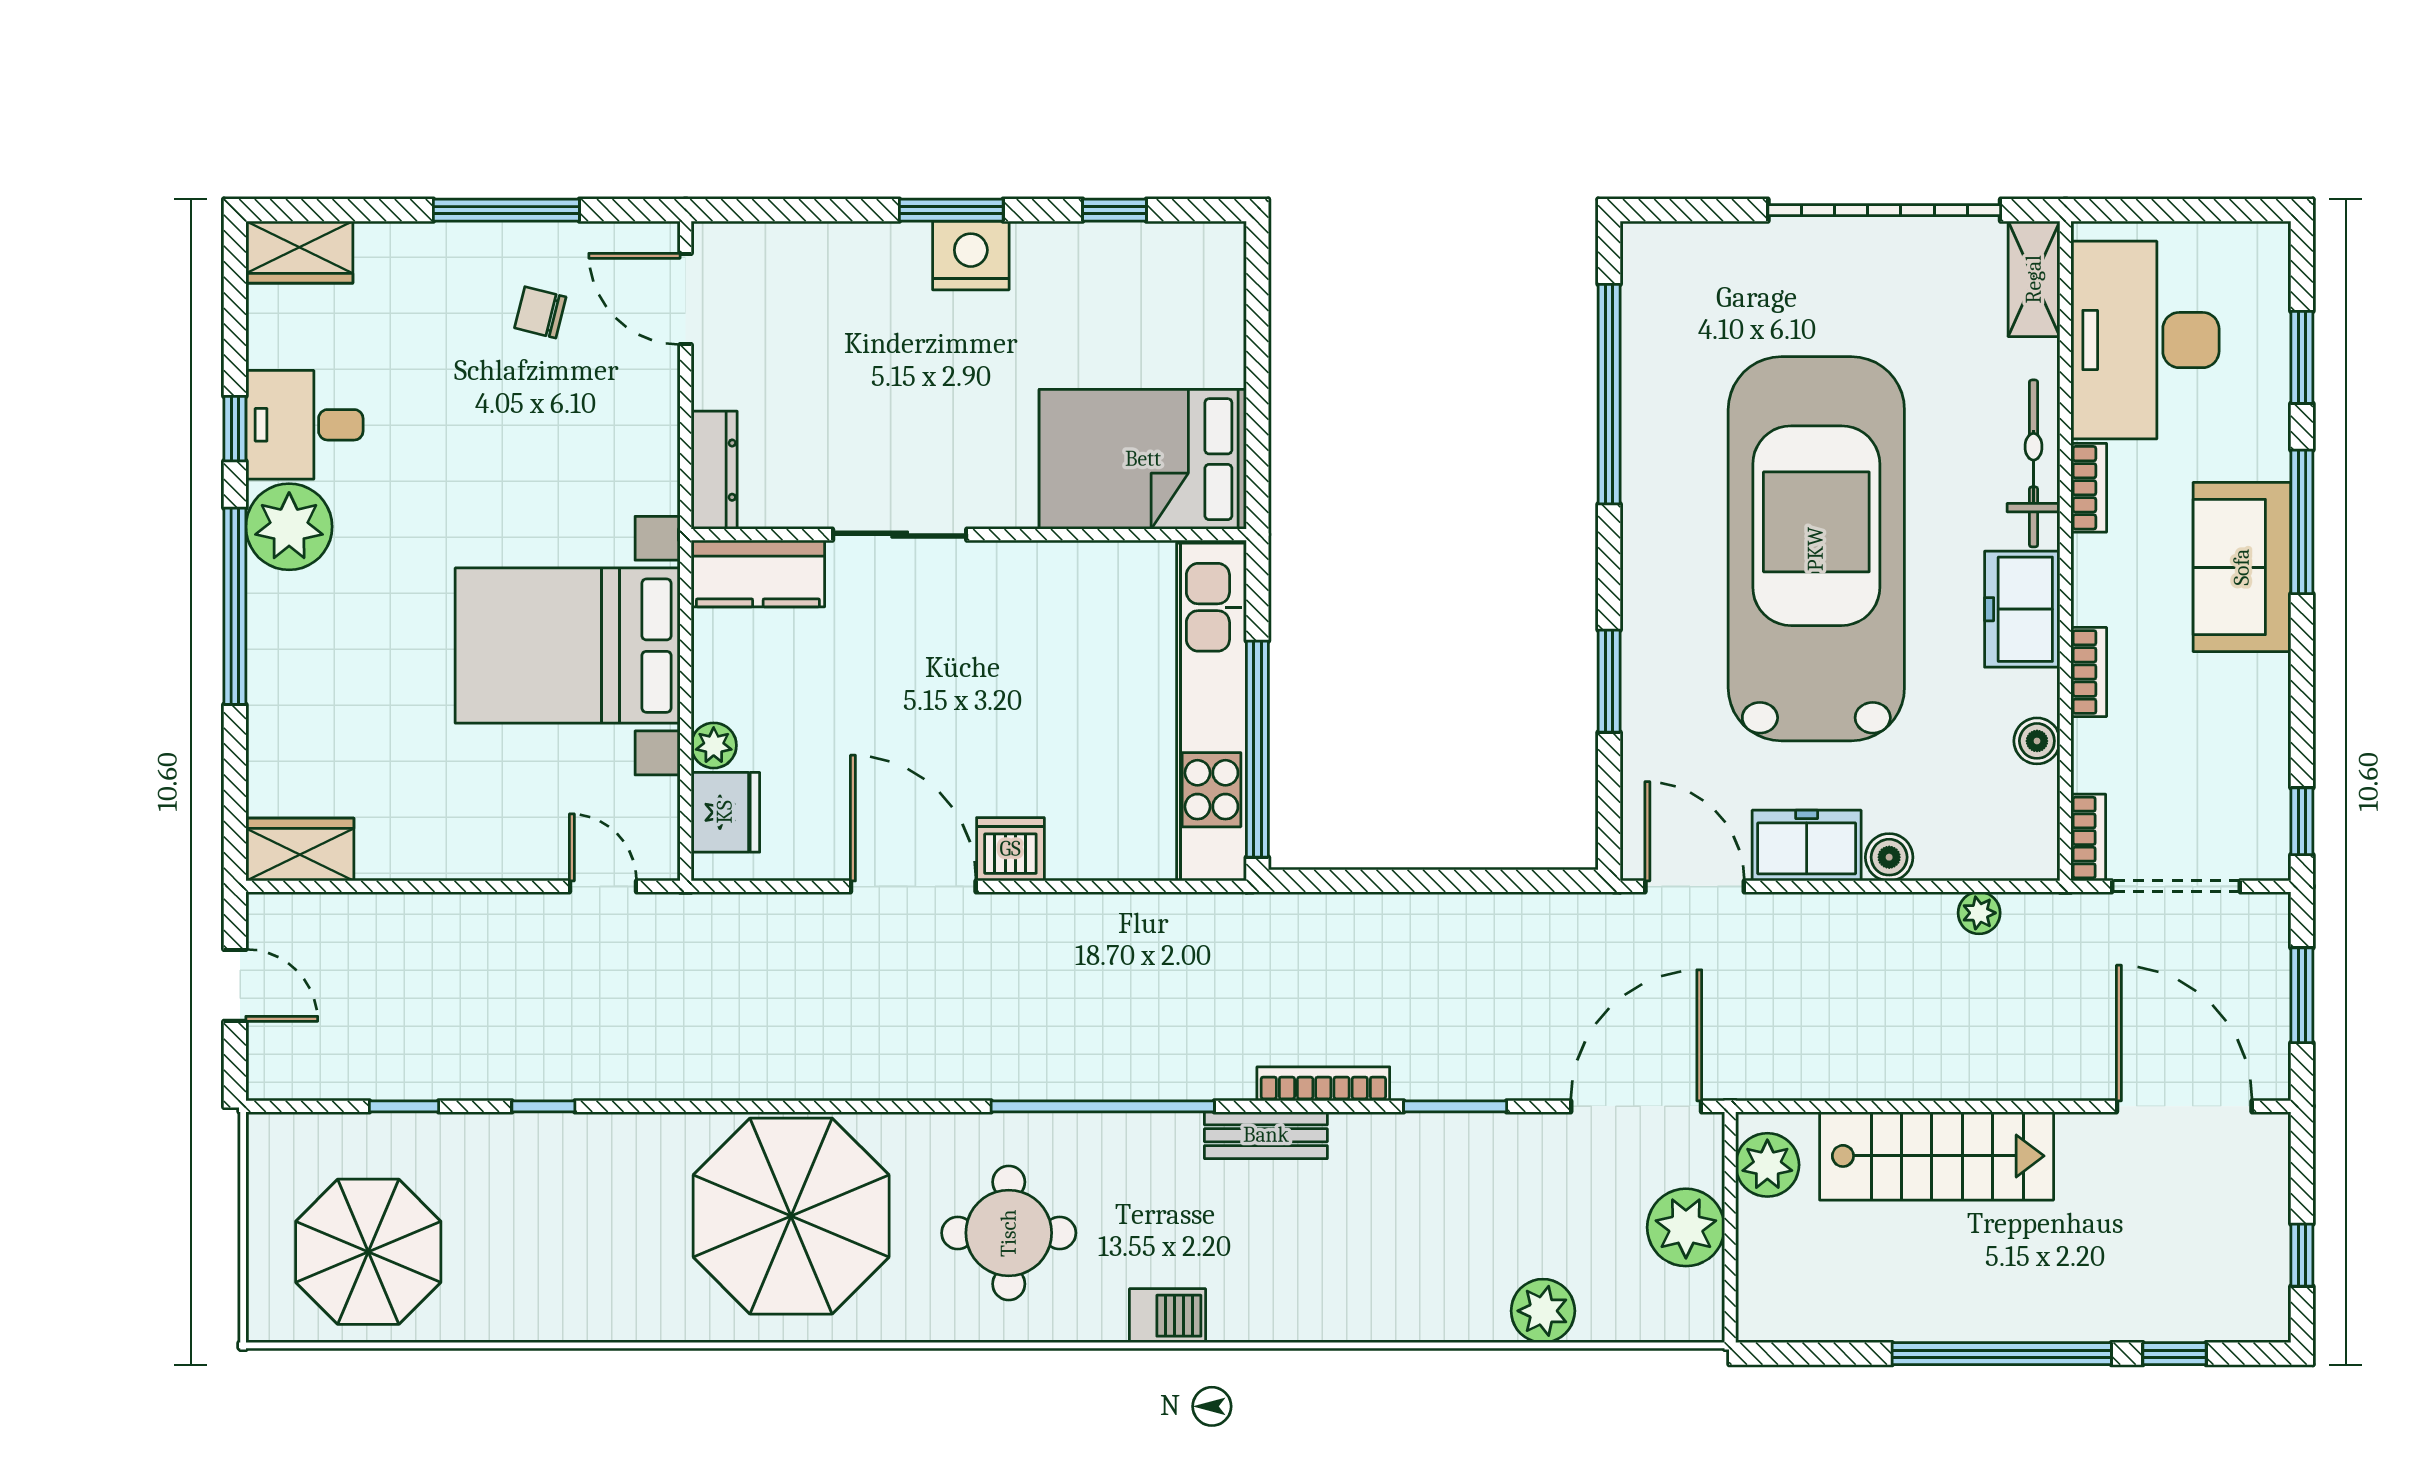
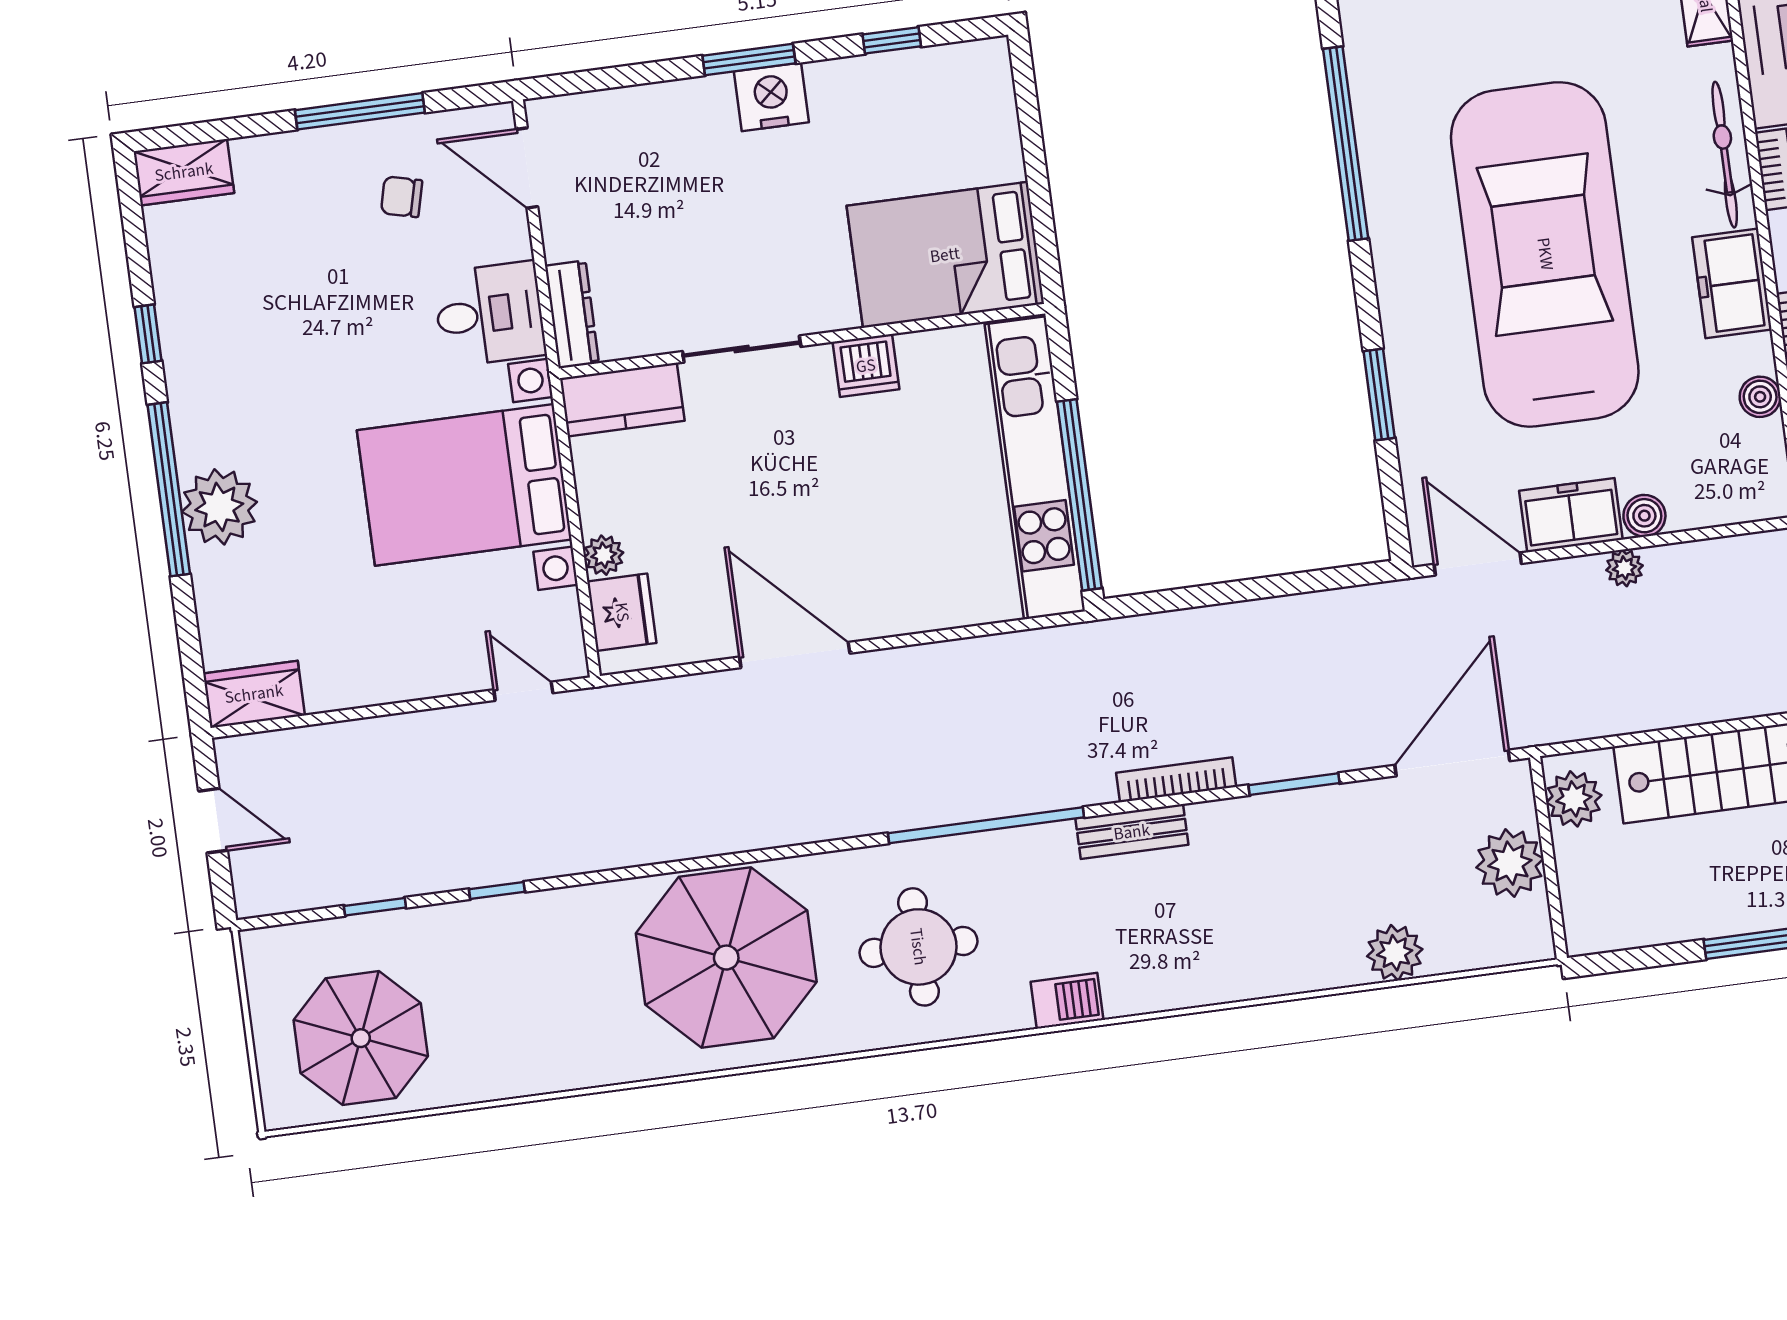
desk: (304, 425) -> (489, 314), moved, turned 180
plant: (289, 527) -> (219, 507), moved
dishwasher: (1010, 849) -> (866, 366), moved, turned 180
plant: (1979, 913) -> (1624, 568), moved

